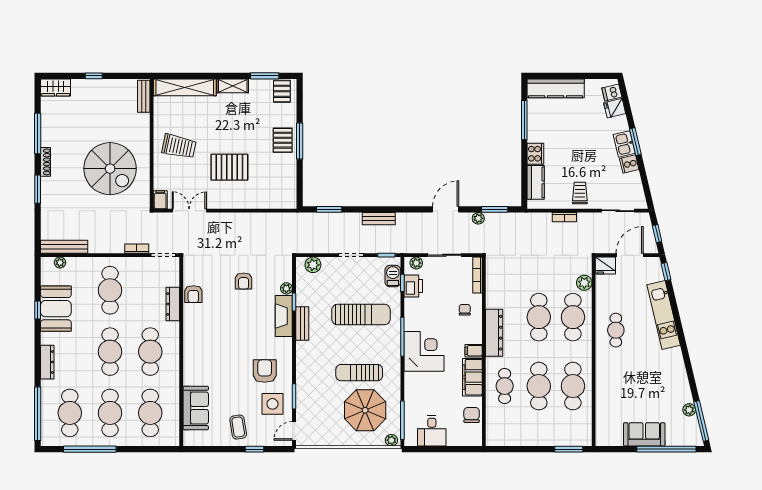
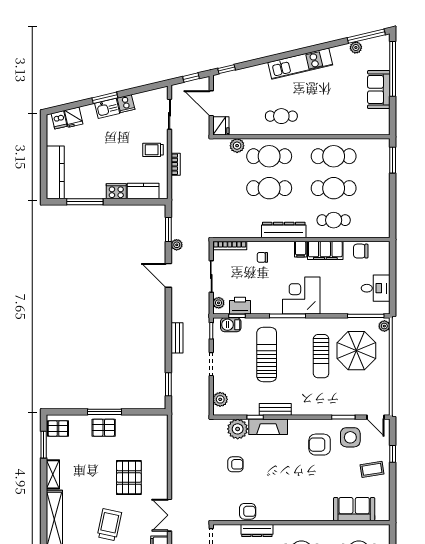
plant: (286, 288) -> (238, 429), width x1.88, depth x1.88
kitchen unit: (664, 315) -> (300, 64), moved

